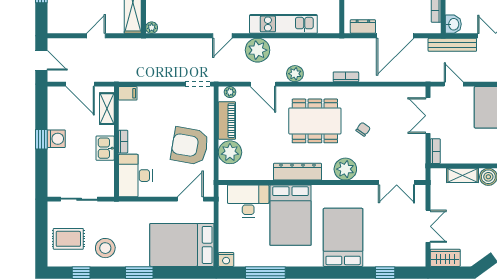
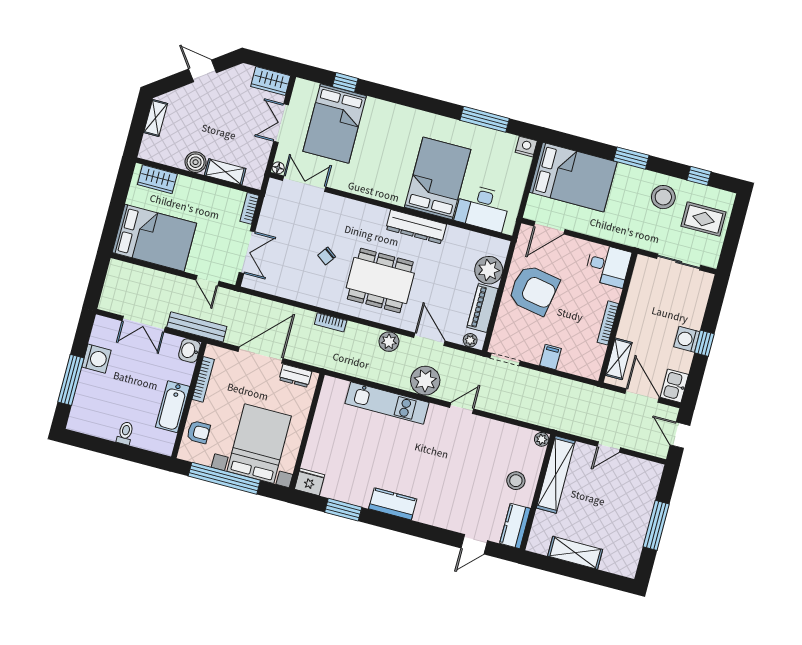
filing cabinet: (128, 93) -> (551, 357), moved, turned 90
bookcase: (123, 142) -> (608, 323), width x1.56
kitchen sink: (105, 148) -> (674, 386), moved, turned 180
plant: (345, 169) -> (360, 215), removed
desk: (135, 176) -> (608, 265), width x0.73
floor lamp: (421, 190) -> (278, 168), added
bed: (343, 237) -> (335, 123), moved

